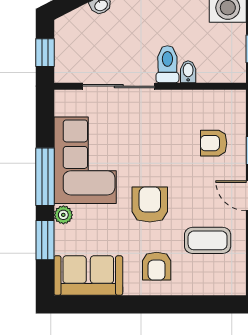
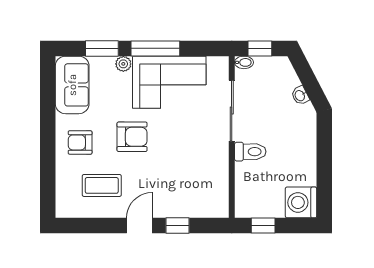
bidet: (188, 72) -> (244, 62), moved
armchair: (214, 143) -> (184, 190), removed
coffee table: (208, 240) -> (102, 185), turned 90

